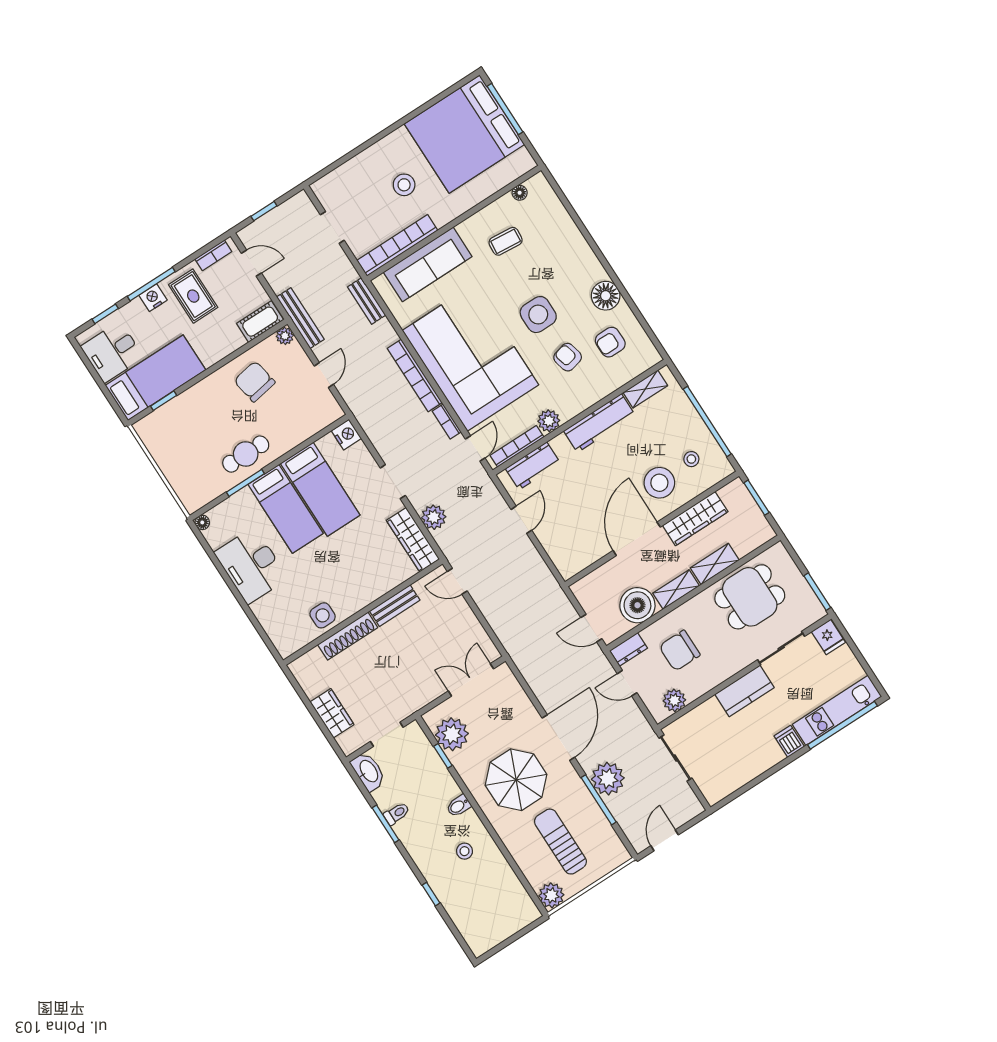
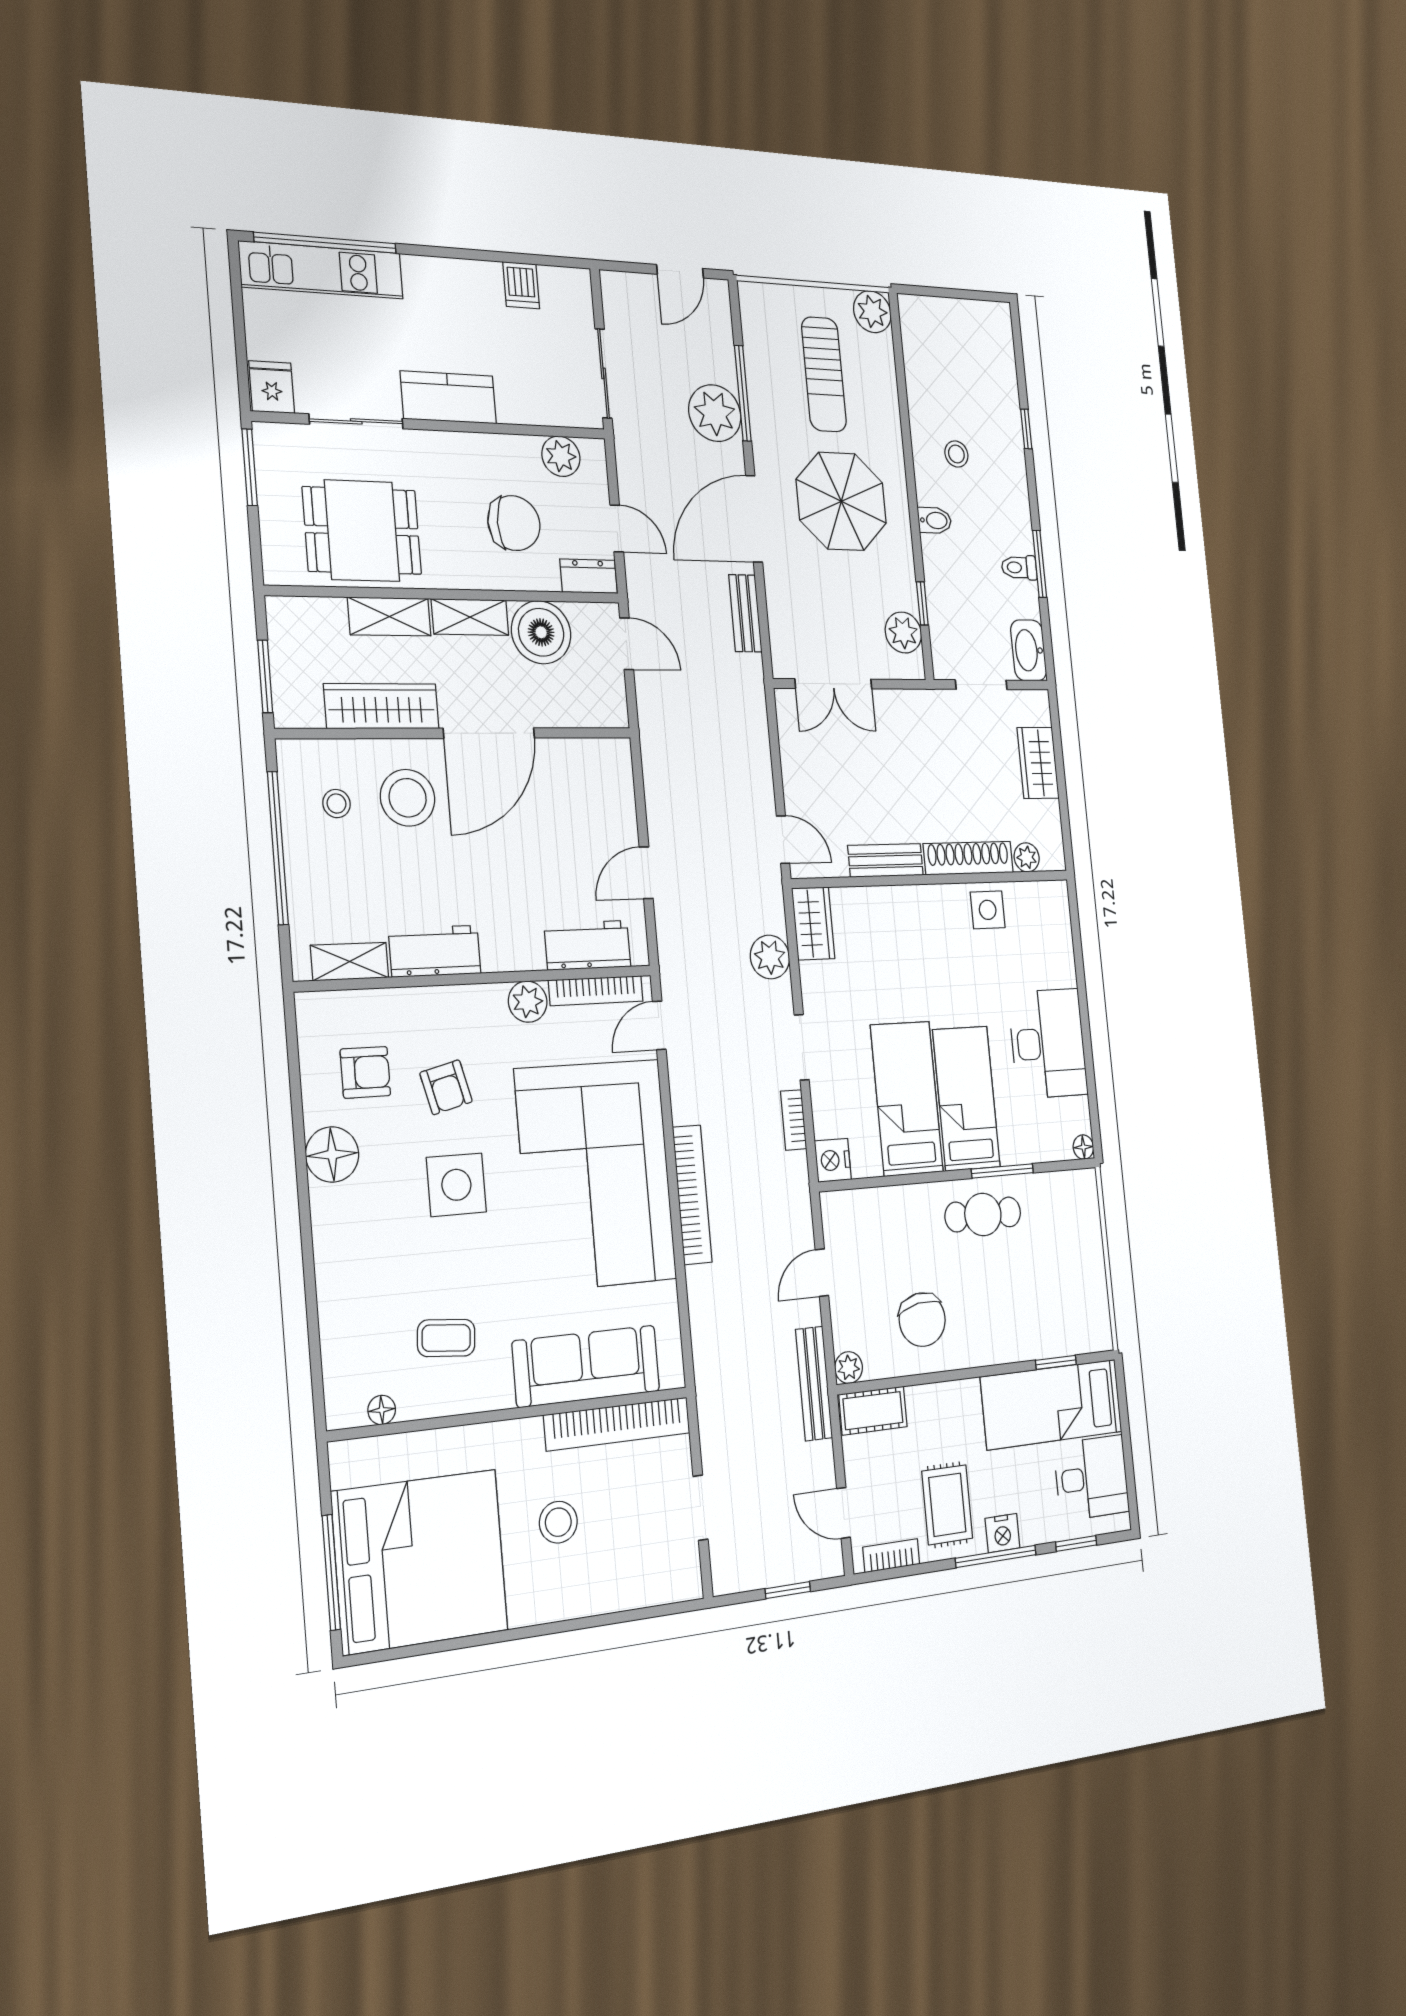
bench: (367, 301) -> (745, 613), moved
bookcase: (447, 422) -> (794, 1120), moved, turned 180
workbench: (599, 423) -> (435, 951), width x0.73
wardrobe: (413, 540) -> (813, 923), width x0.67
plant: (313, 658) -> (1027, 857), added
plant: (452, 734) -> (903, 633), width x0.73, depth x0.73
dishwasher: (789, 741) -> (521, 285), moved

